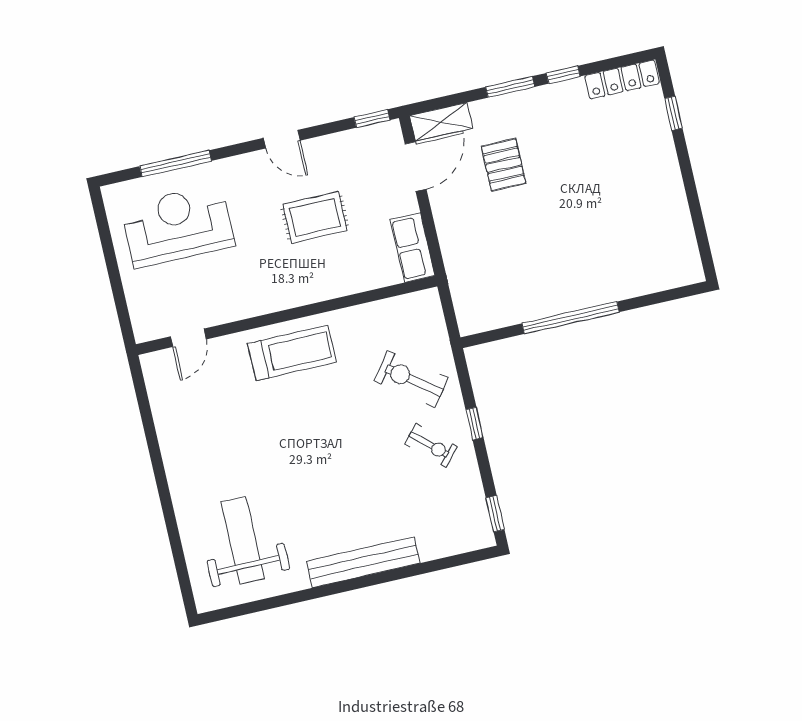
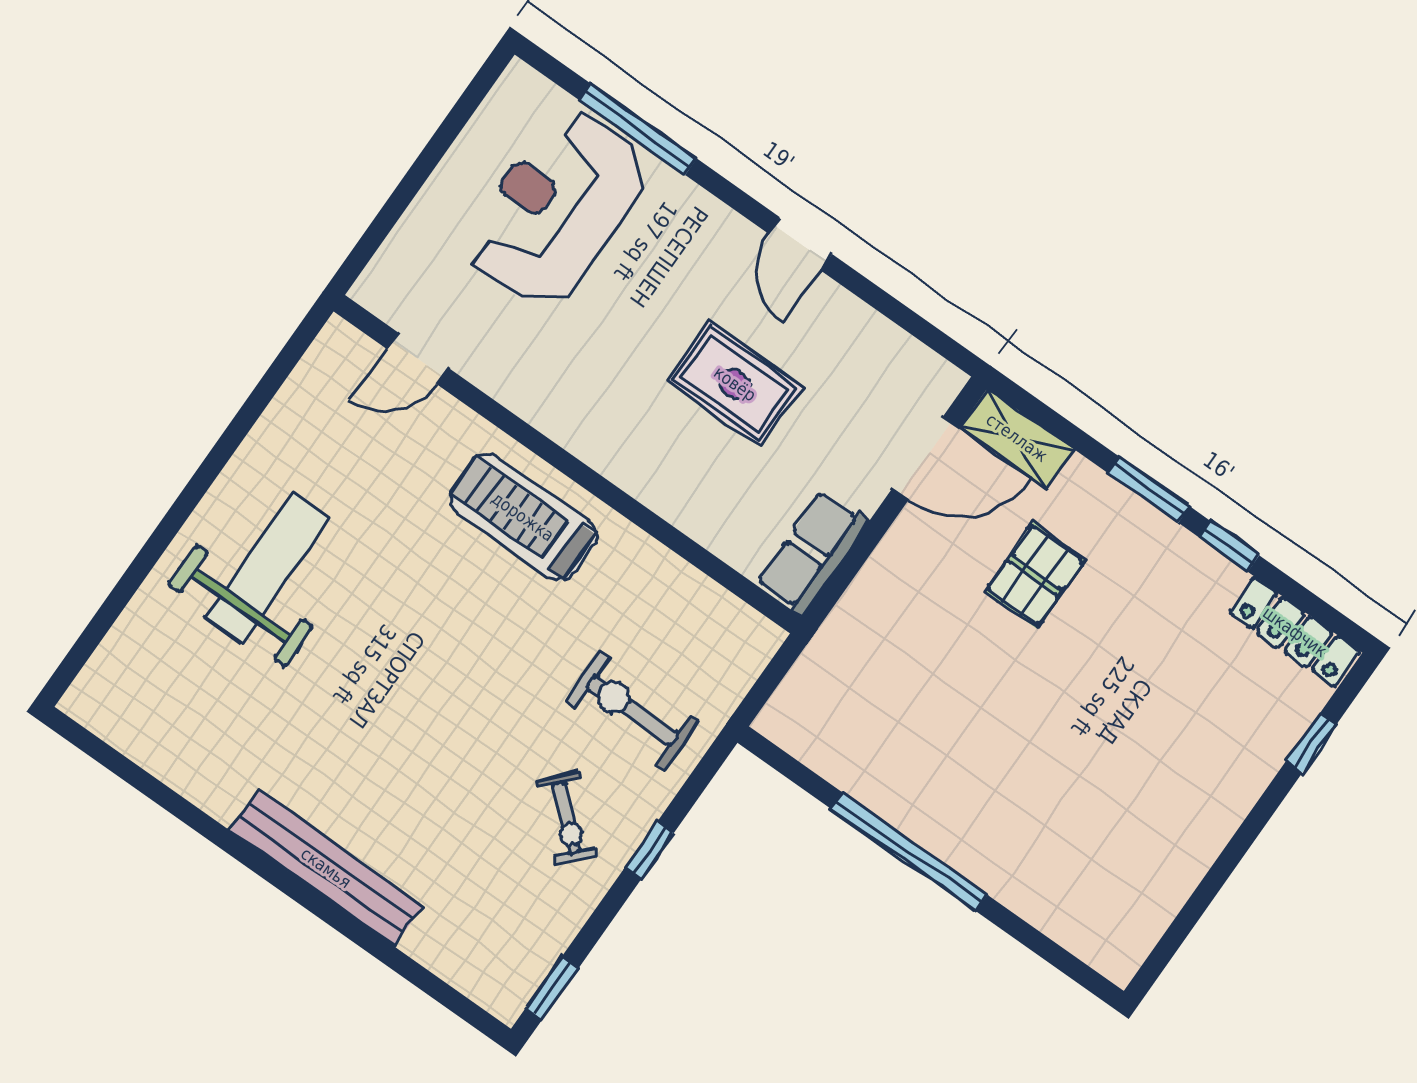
window: (372, 119) -> (938, 341), removed
reception desk: (178, 226) -> (556, 208), turned -90
treadmill: (292, 353) -> (523, 517), turned 180
exercise bike: (411, 379) -> (632, 710), turned -37
weight bench: (243, 540) -> (267, 568), moved

